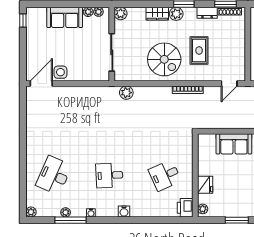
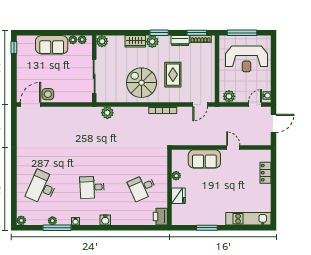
spiral stairs: (164, 59) -> (142, 83), turned 180
plant: (203, 209) -> (176, 176), moved

